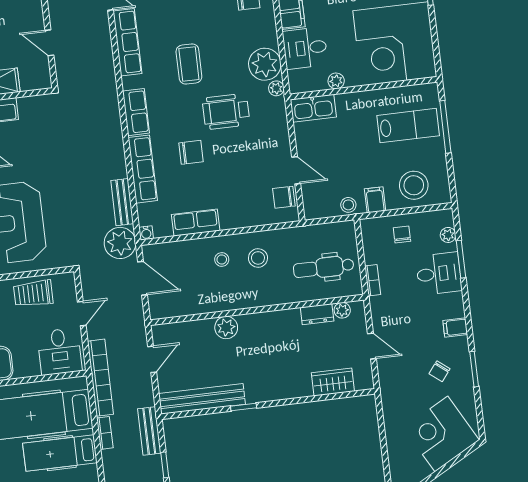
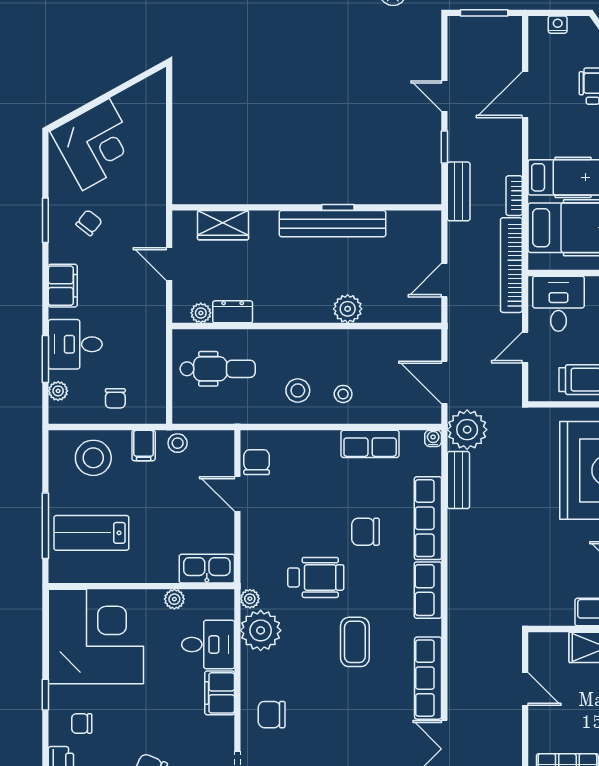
chair: (284, 197) -> (257, 462), turned -90
bookcase: (373, 280) -> (158, 346), removed
filing cabinet: (455, 327) -> (63, 286), width x2.00
bench: (202, 399) -> (333, 224), moved

